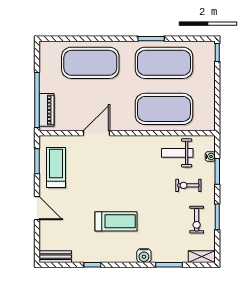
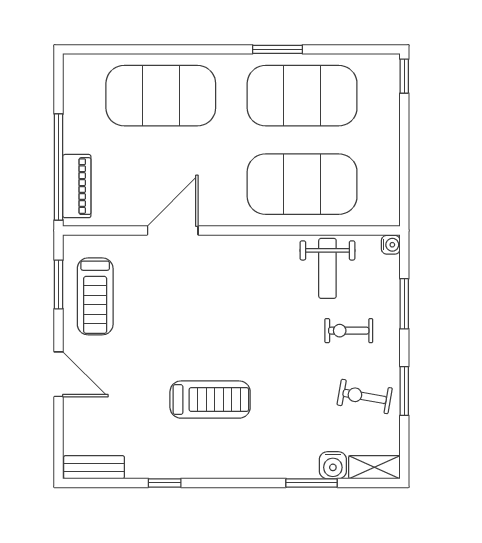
weight bench: (177, 153) -> (327, 268), turned -90
water cooler: (210, 156) -> (391, 245), moved
treadmill: (56, 168) -> (95, 296), turned 180
exercise bike: (197, 220) -> (365, 396), turned 100
water cooler: (144, 256) -> (333, 465), moved

